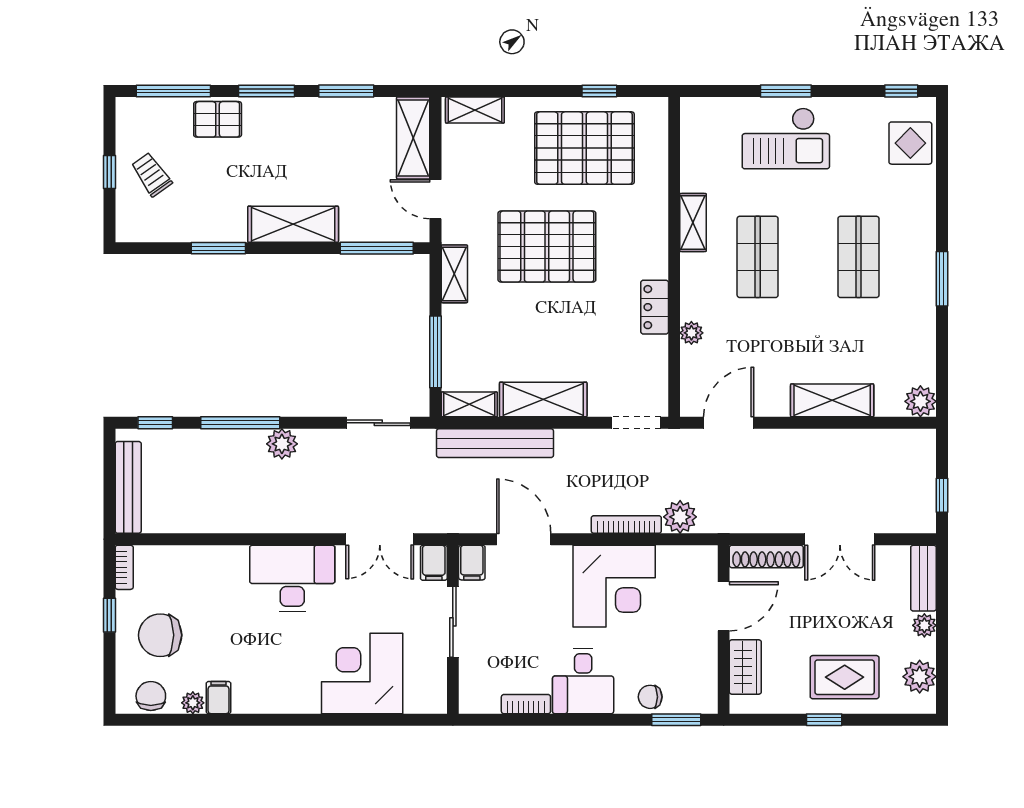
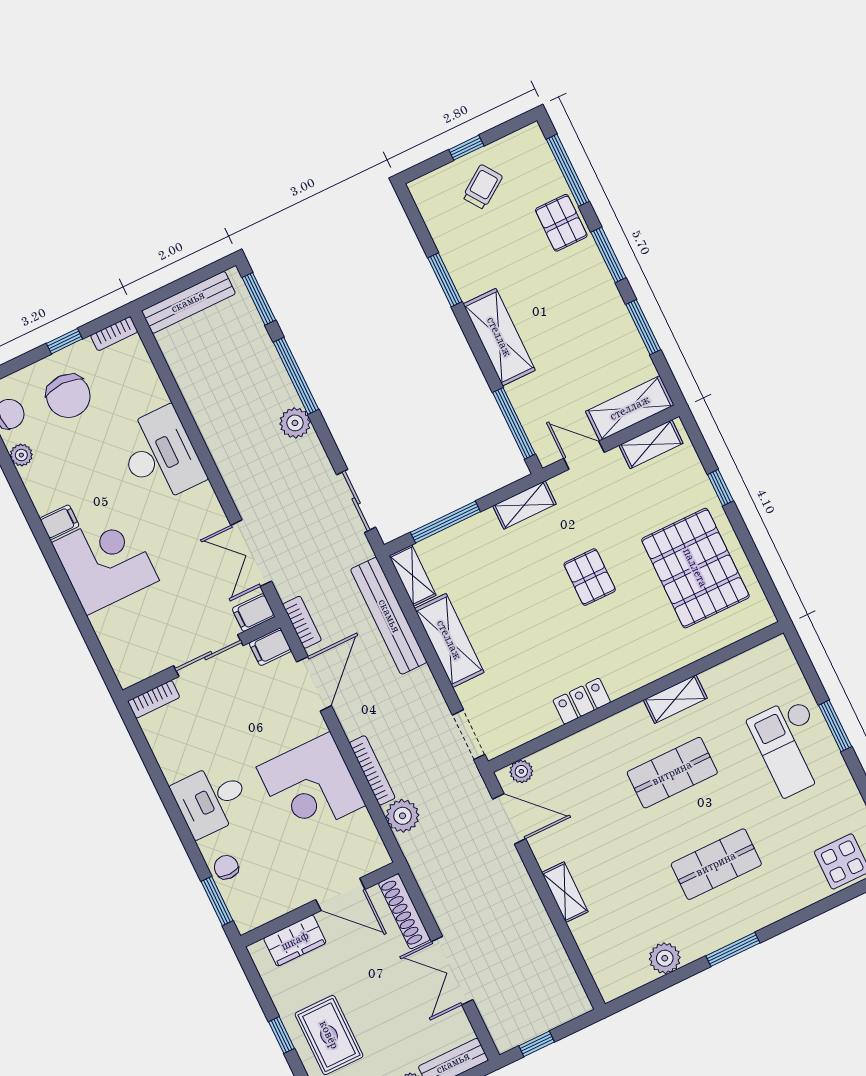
window: (599, 91) -> (720, 488), moved
shelving: (475, 110) -> (651, 444), moved, turned 90
door: (435, 199) -> (584, 455), hinge flipped
pallet: (547, 247) -> (590, 577), width x0.49, depth x0.50
plant: (691, 333) -> (521, 771), moved
shelving: (832, 400) -> (565, 892), width x0.67, depth x0.75
plant: (920, 401) -> (665, 958), moved
window: (155, 423) -> (259, 299), width x1.50
bookcase: (463, 523) -> (302, 622), added
desk: (292, 578) -> (160, 455), moved
chair: (160, 635) -> (68, 396), turned 180
corner desk: (362, 673) -> (105, 562), moved
filing cabinet: (218, 698) -> (59, 522), moved
bookcase: (526, 704) -> (154, 699), moved, turned 90

